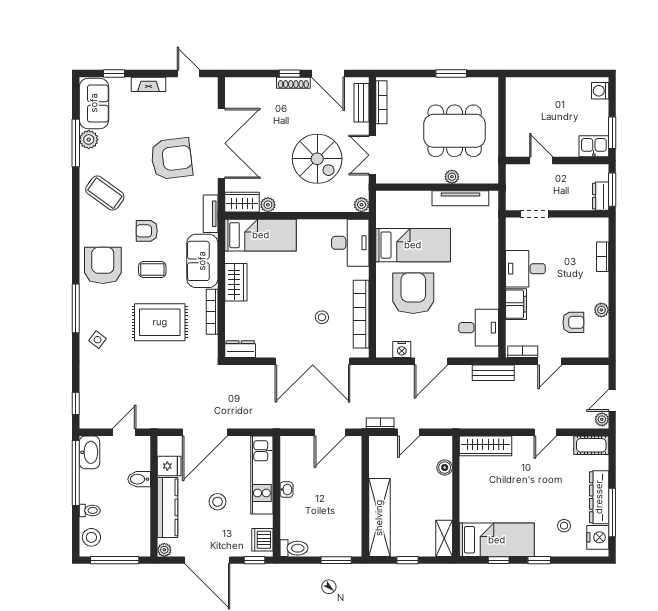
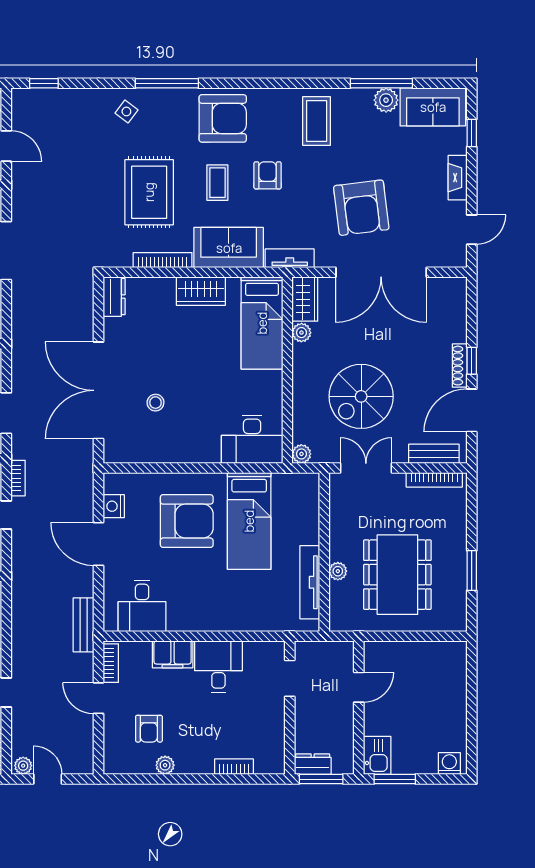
coffee table: (105, 193) -> (317, 121), turned -36
bookcase: (361, 314) -> (160, 453), removed

